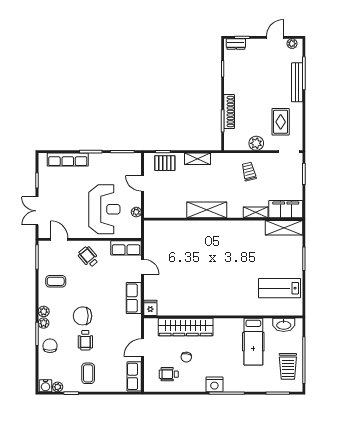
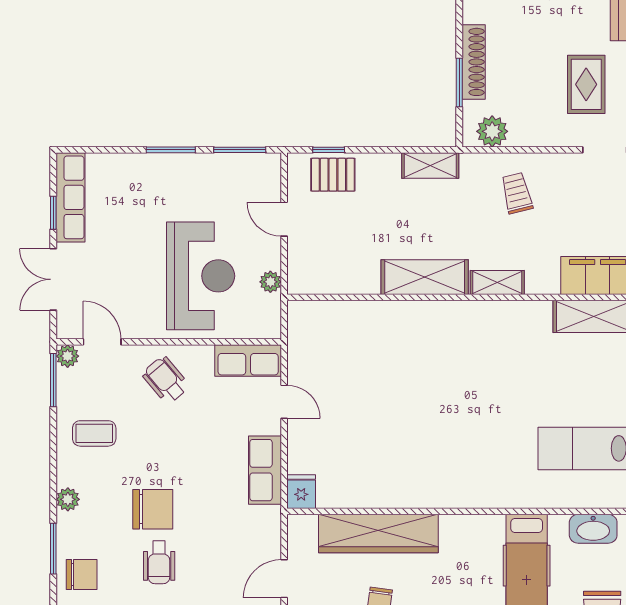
plant: (256, 143) -> (492, 131), moved
shelving: (197, 159) -> (430, 165), moved
row of seats: (68, 160) -> (70, 197), moved, turned -90
shelving: (256, 212) -> (497, 282), moved
chair: (83, 316) -> (153, 509), turned 180
plant: (44, 323) -> (68, 356), moved
chair: (50, 346) -> (82, 574), turned 90

